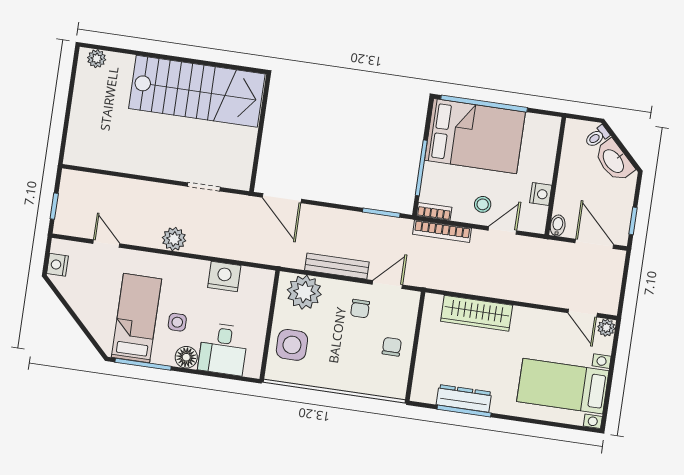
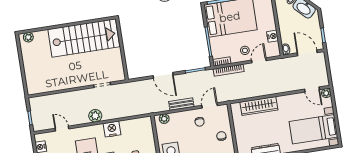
door: (282, 198) -> (163, 75), moved
bench: (337, 266) -> (181, 104), width x0.73
nightstand: (224, 277) -> (112, 129), moved
plant: (304, 292) -> (164, 119), width x0.53, depth x0.53

